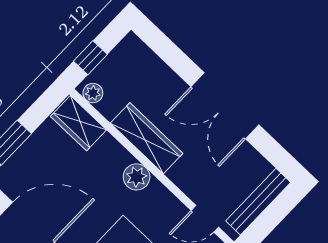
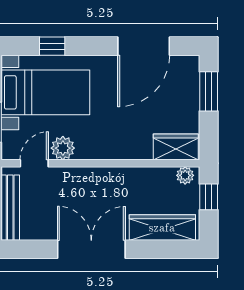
wardrobe: (147, 138) -> (162, 228), moved, turned 180
plant: (137, 177) -> (63, 148), moved

